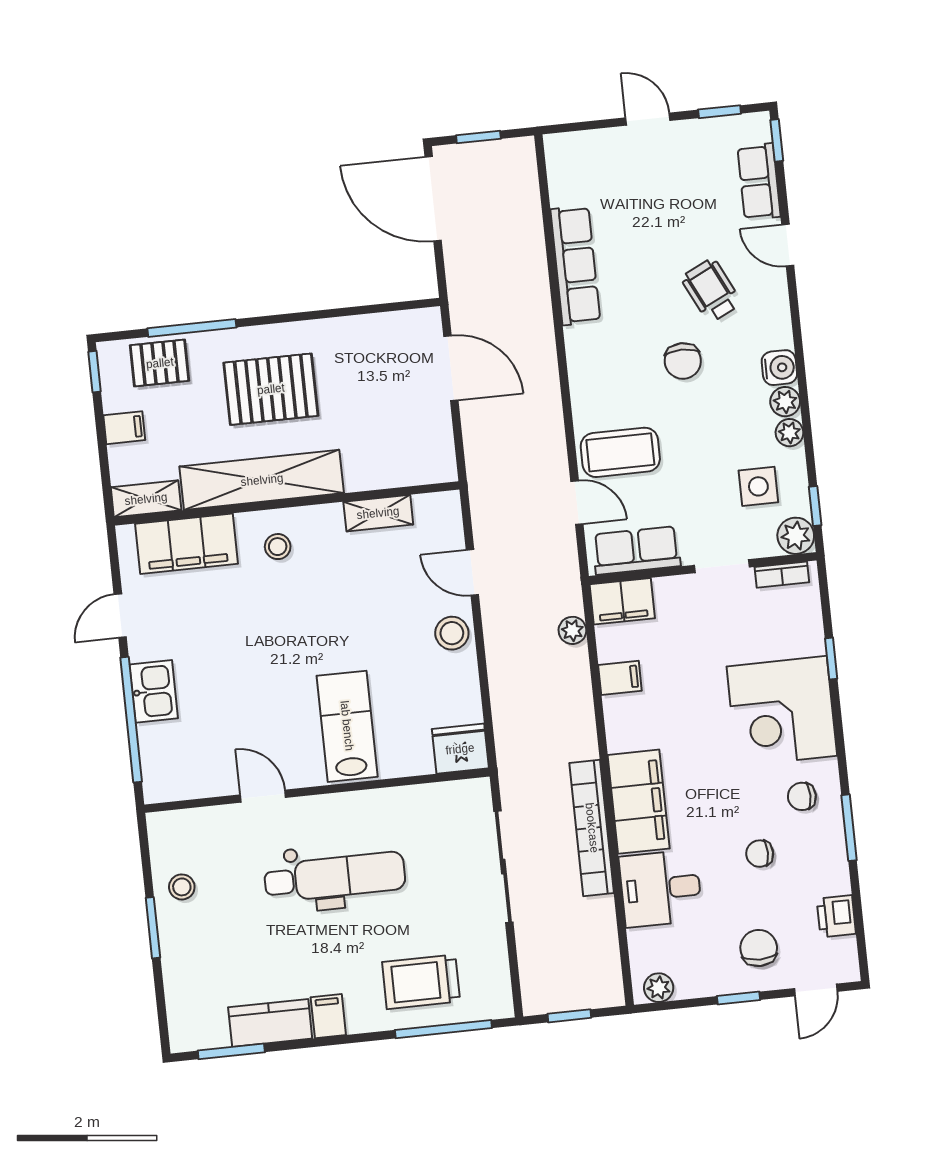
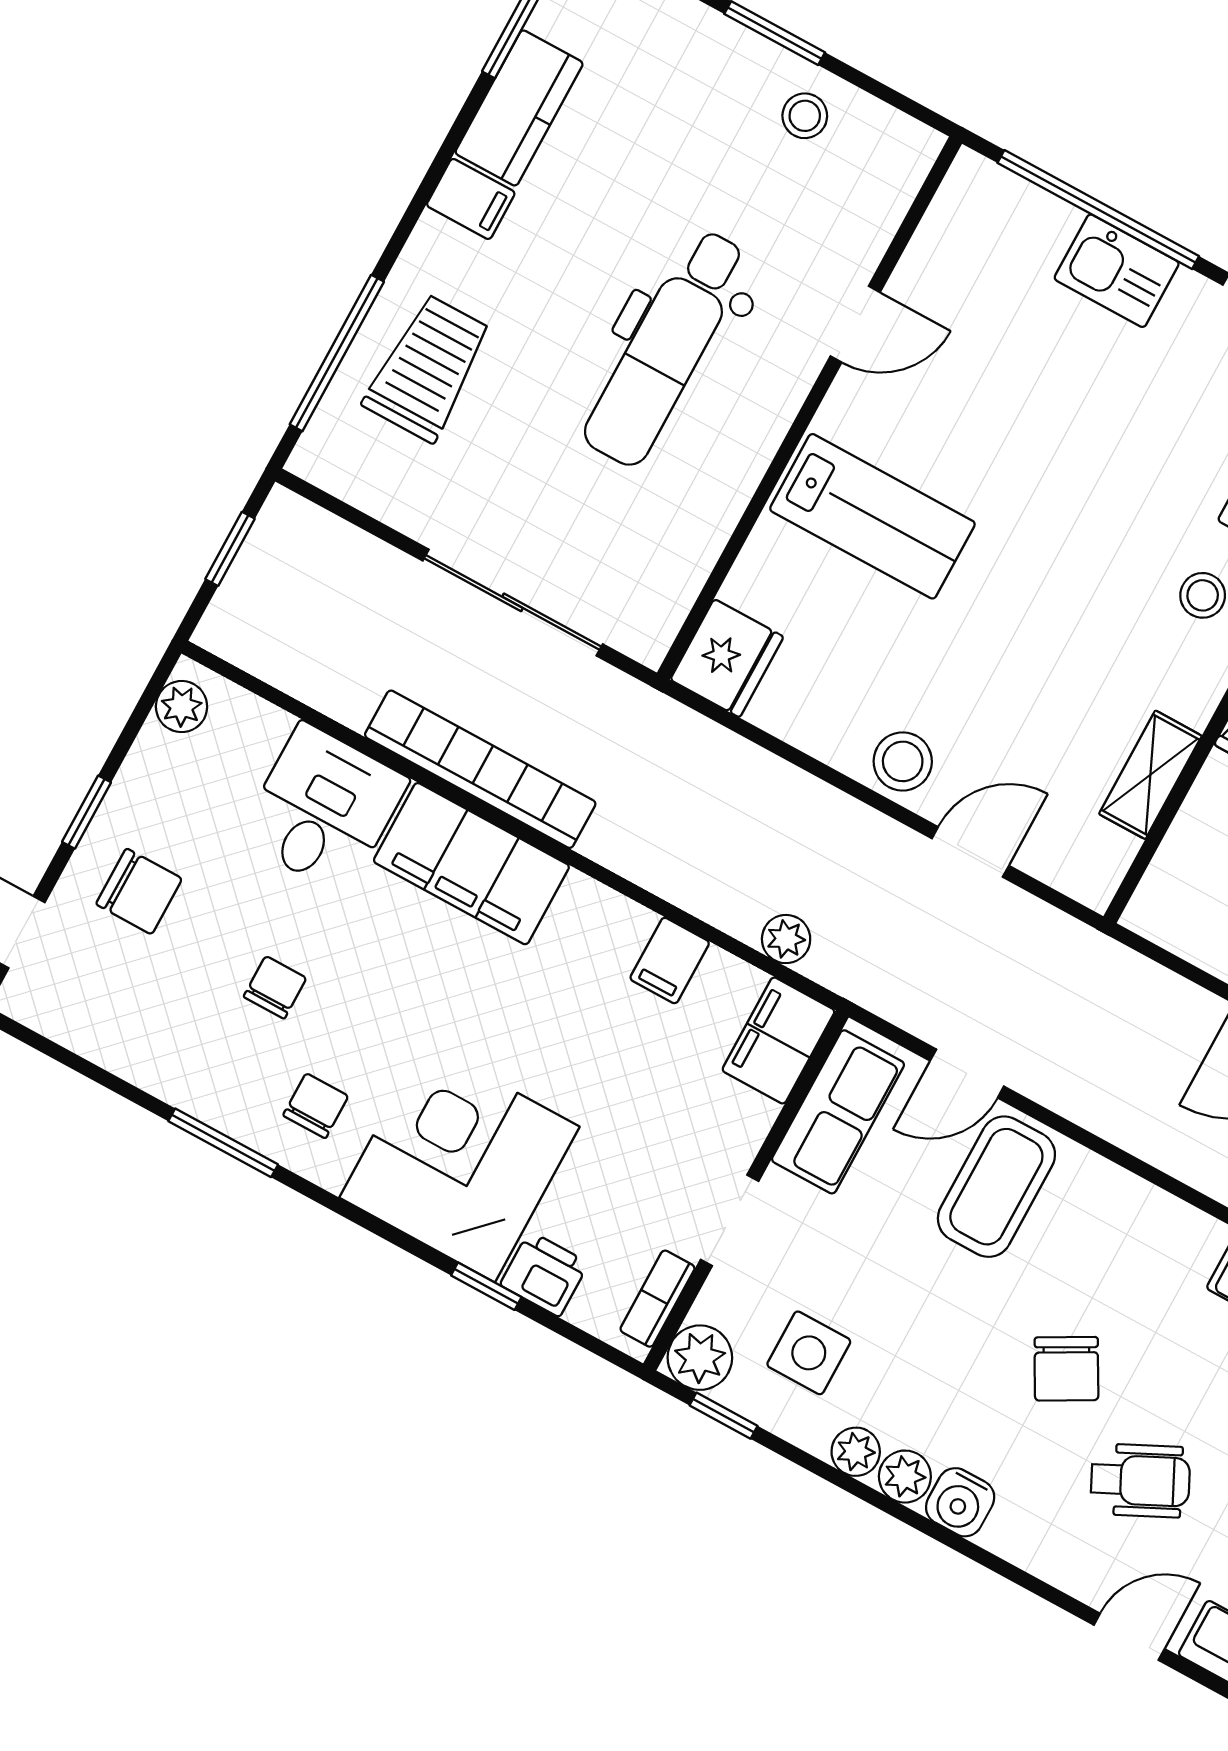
chair: (683, 361) -> (1066, 1369), turned -119
printer: (836, 916) -> (544, 1274), moved

